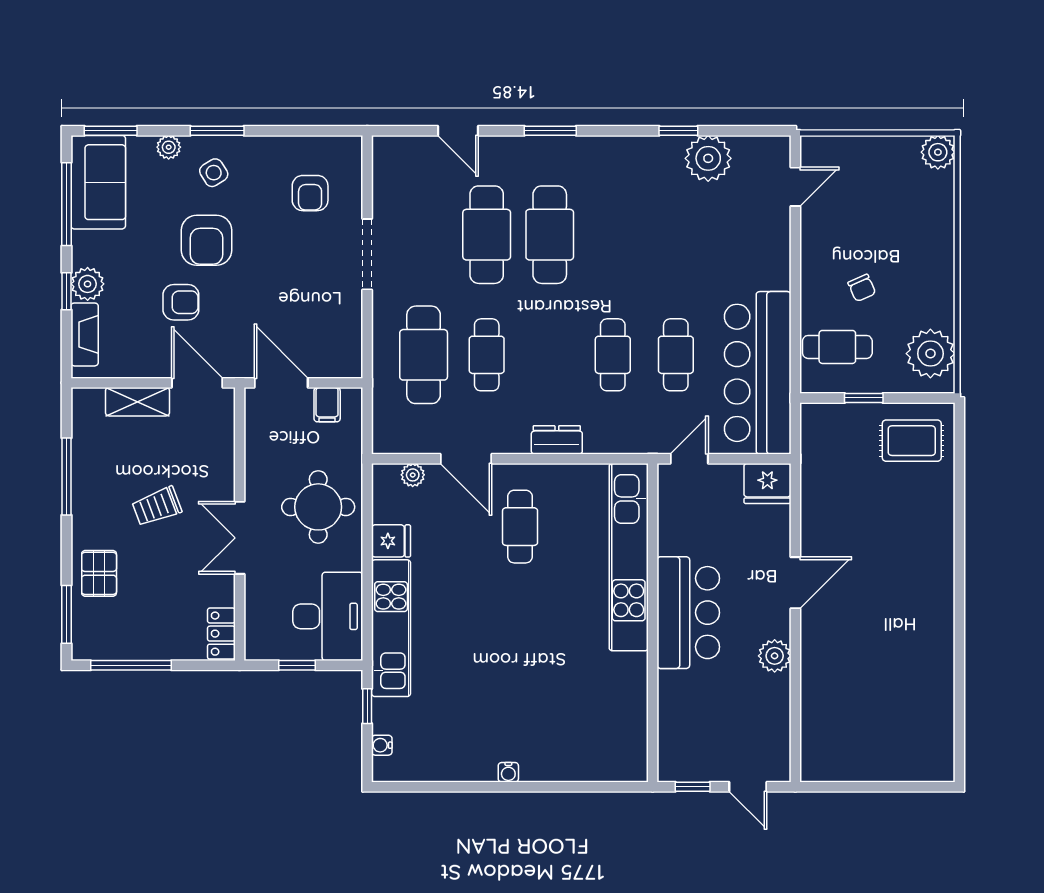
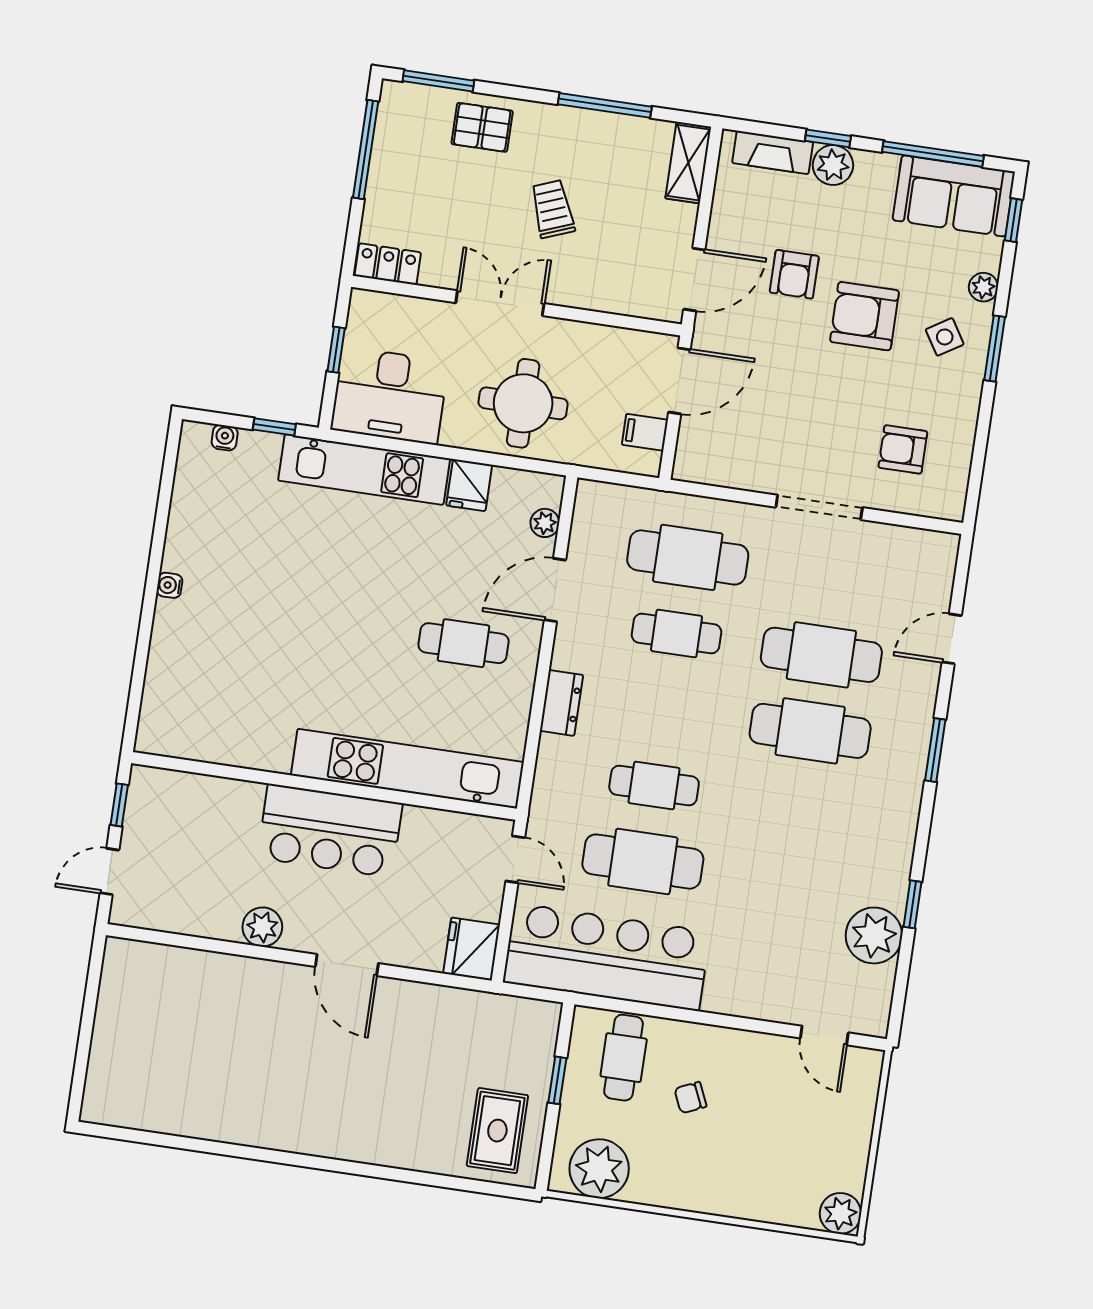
window: (111, 131) -> (1014, 220), width x0.67
cafe table: (676, 355) -> (643, 862), width x1.37, depth x1.35
shelving: (137, 402) -> (688, 163), moved

